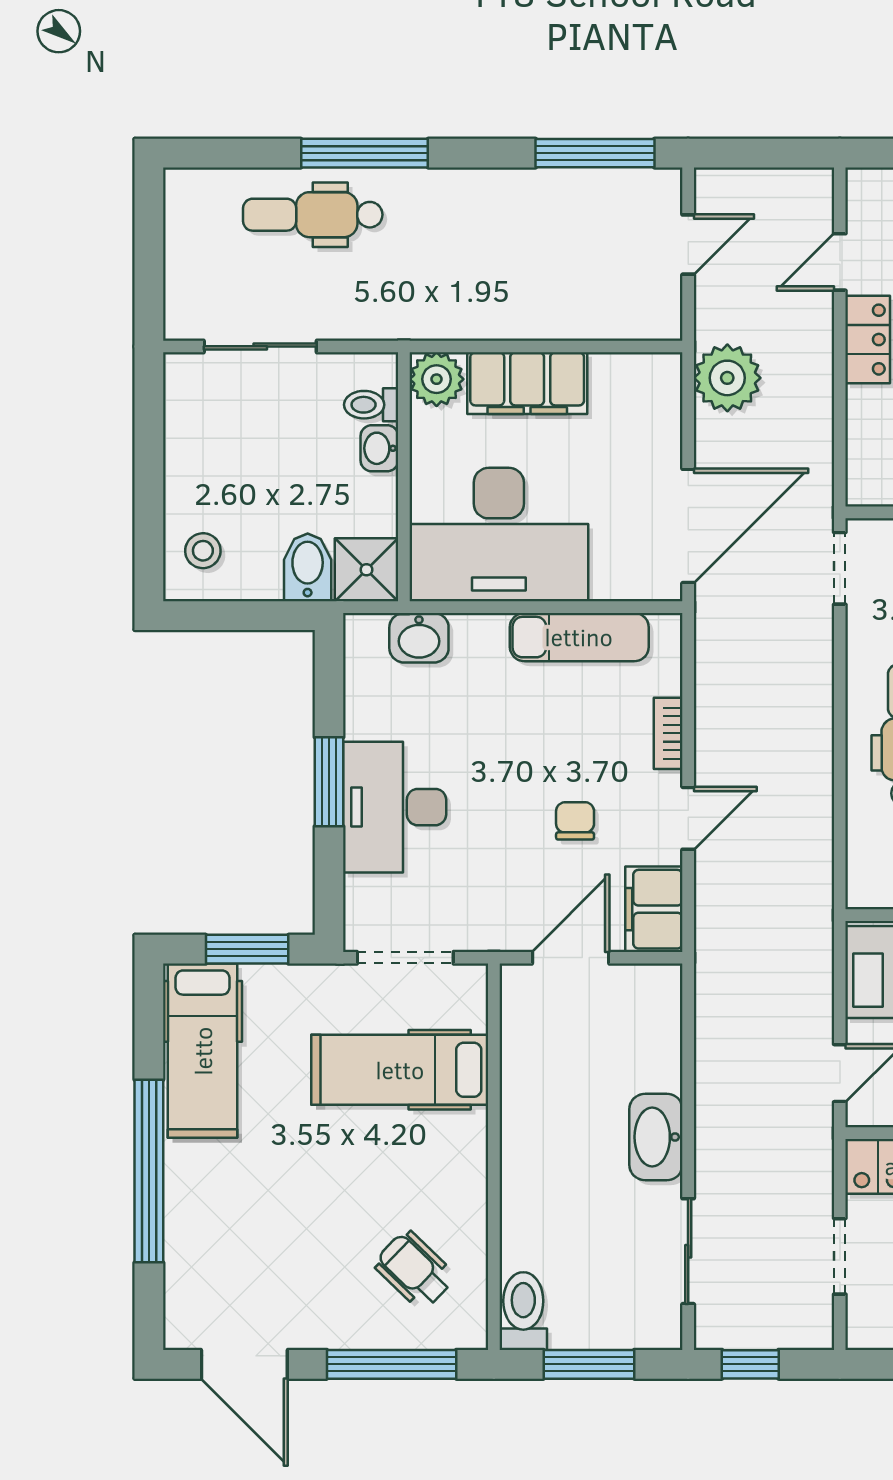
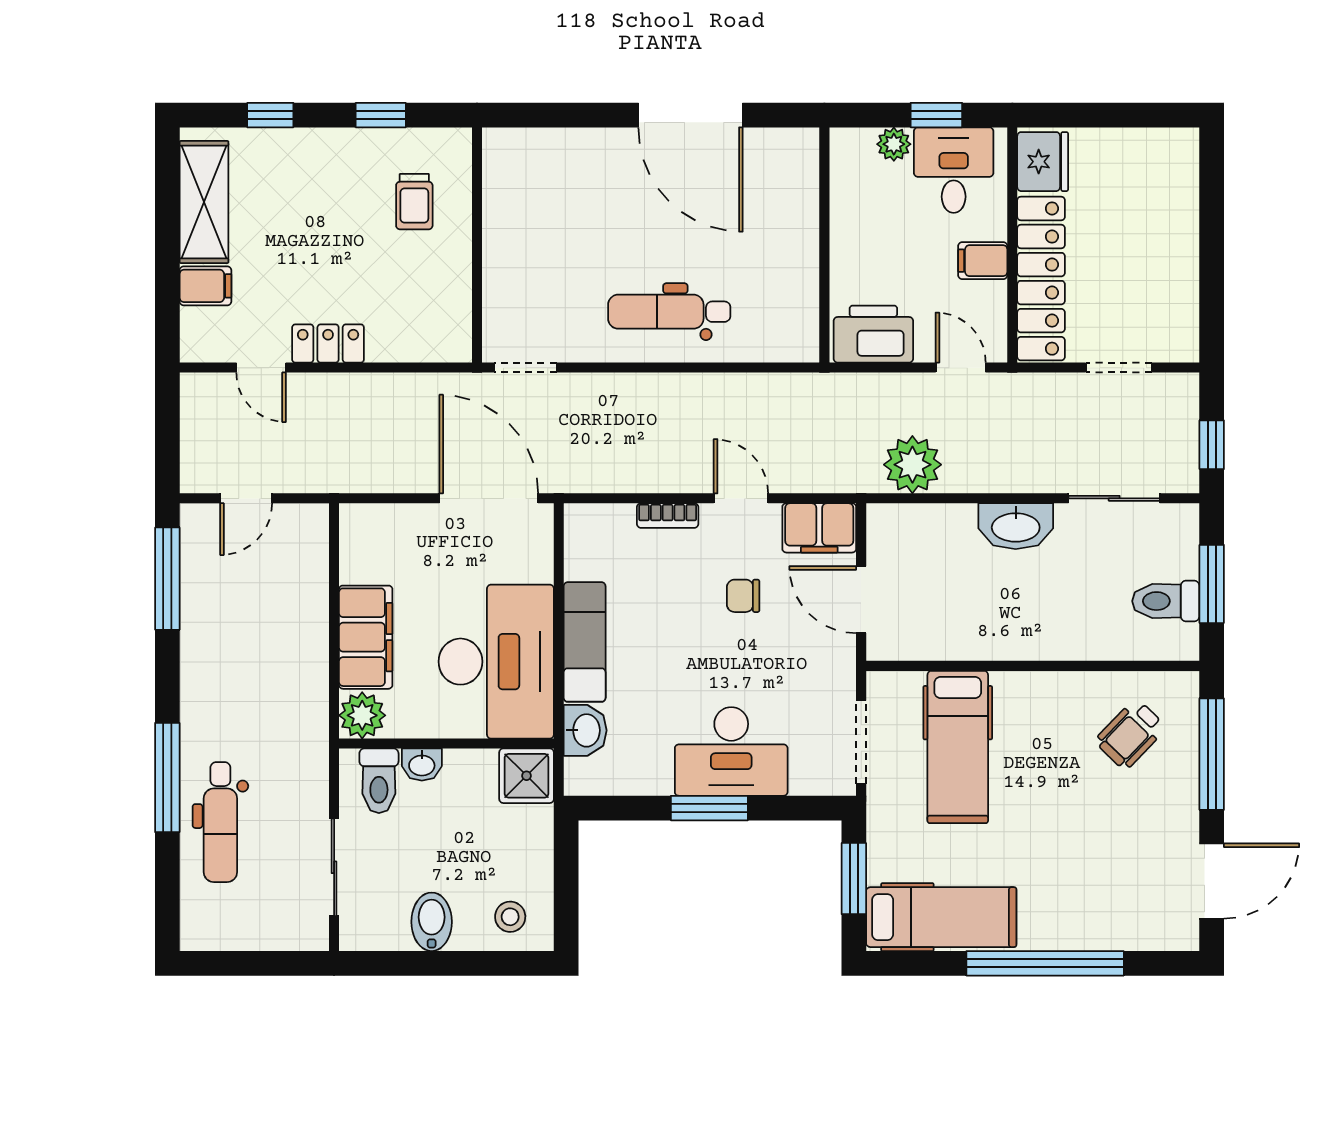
door: (688, 245) -> (246, 498), swing flipped
plant: (727, 378) -> (912, 465), moved
toilet: (371, 405) -> (379, 781), width x1.37, depth x1.39
bidet: (308, 567) -> (432, 922), moved, turned 90
exam couch: (579, 637) -> (585, 642), moved
toilet: (523, 1311) -> (1166, 601), moved

